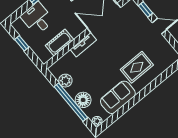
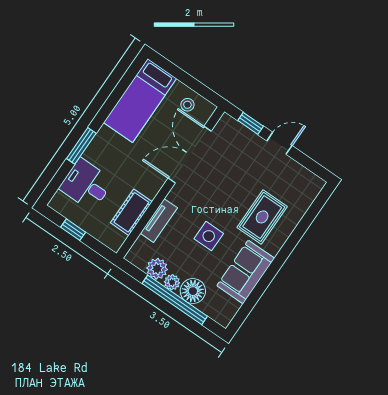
tv unit: (83, 45) -> (159, 221), moved
side table: (102, 70) -> (209, 236), added
plant: (97, 121) -> (172, 282), moved

